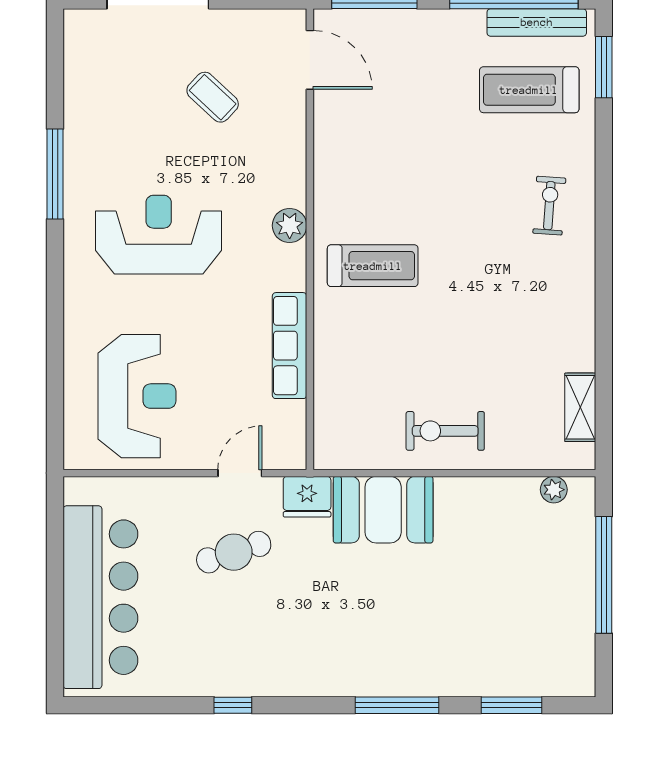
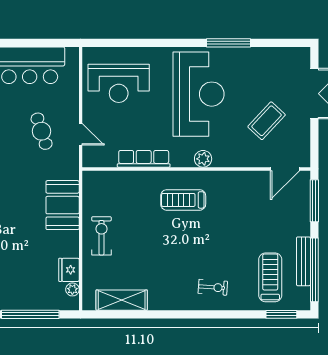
bench: (537, 22) -> (303, 261), moved
coffee table: (213, 97) -> (267, 121), width x1.36, depth x1.30
reception desk: (159, 235) -> (199, 94), width x1.36, depth x1.30
treadmill: (373, 266) -> (183, 200), turned 90
shelving: (580, 407) -> (122, 300), width x1.50, depth x1.33
fridge: (307, 497) -> (69, 270), moved

